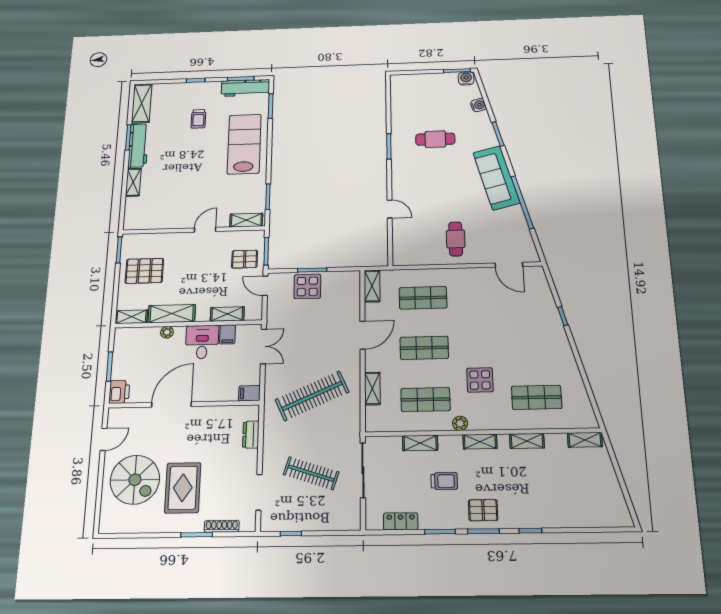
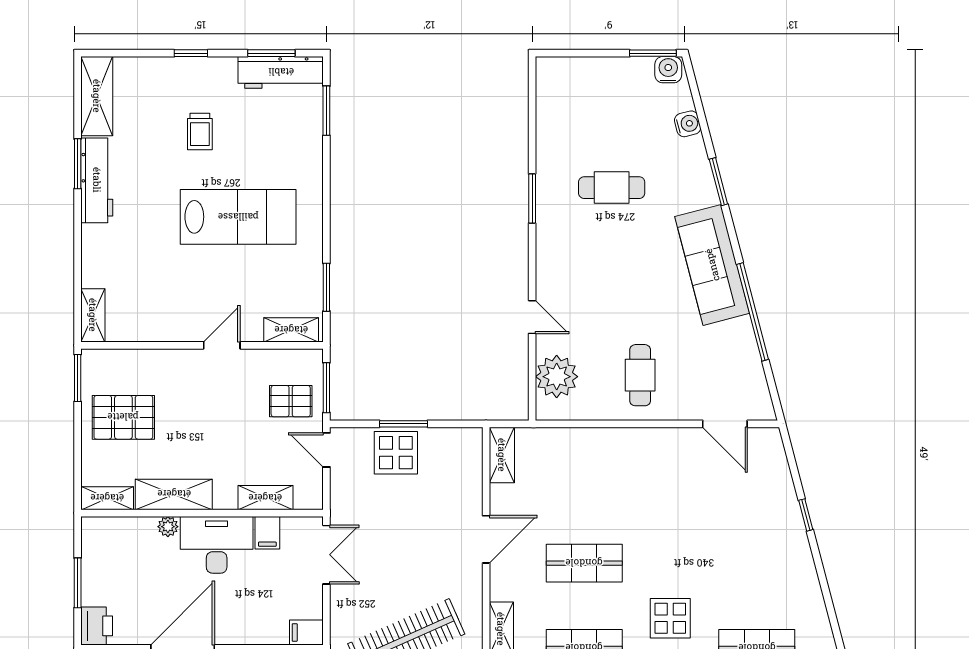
lab bench: (244, 144) -> (238, 217), moved, turned 90
shelving: (133, 182) -> (93, 315), moved
plant: (405, 241) -> (557, 377), added
shop shelf: (423, 298) -> (584, 478), removed
desk: (202, 342) -> (217, 545), width x1.37

